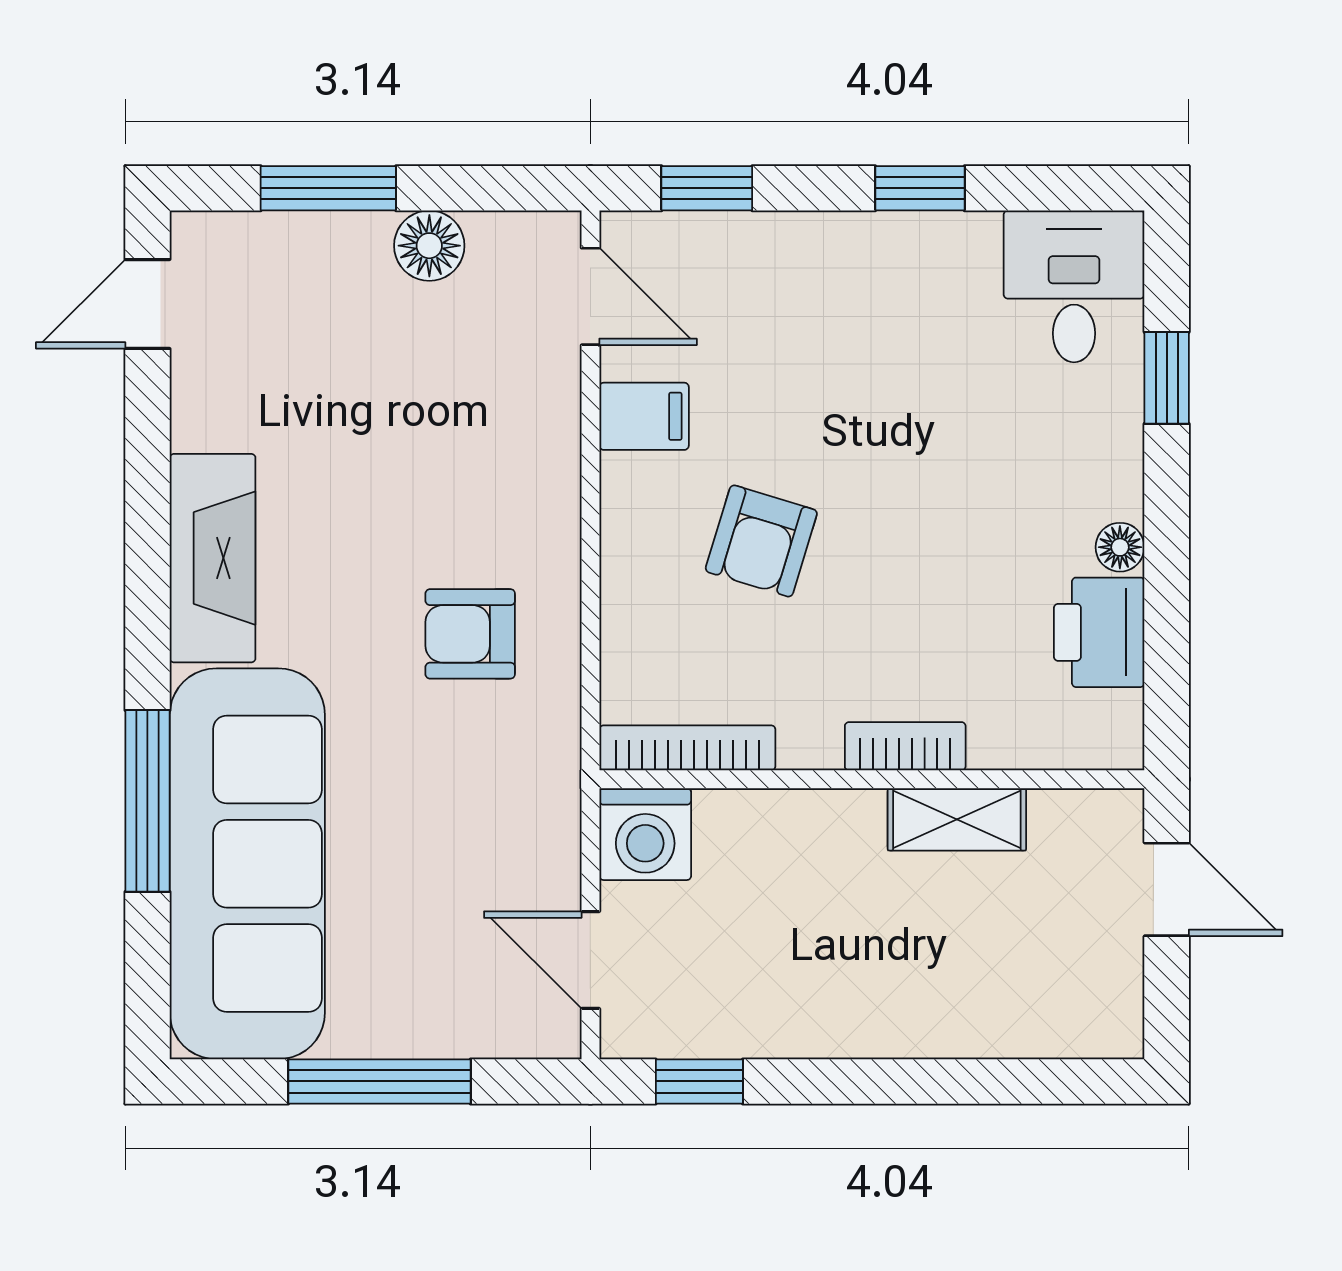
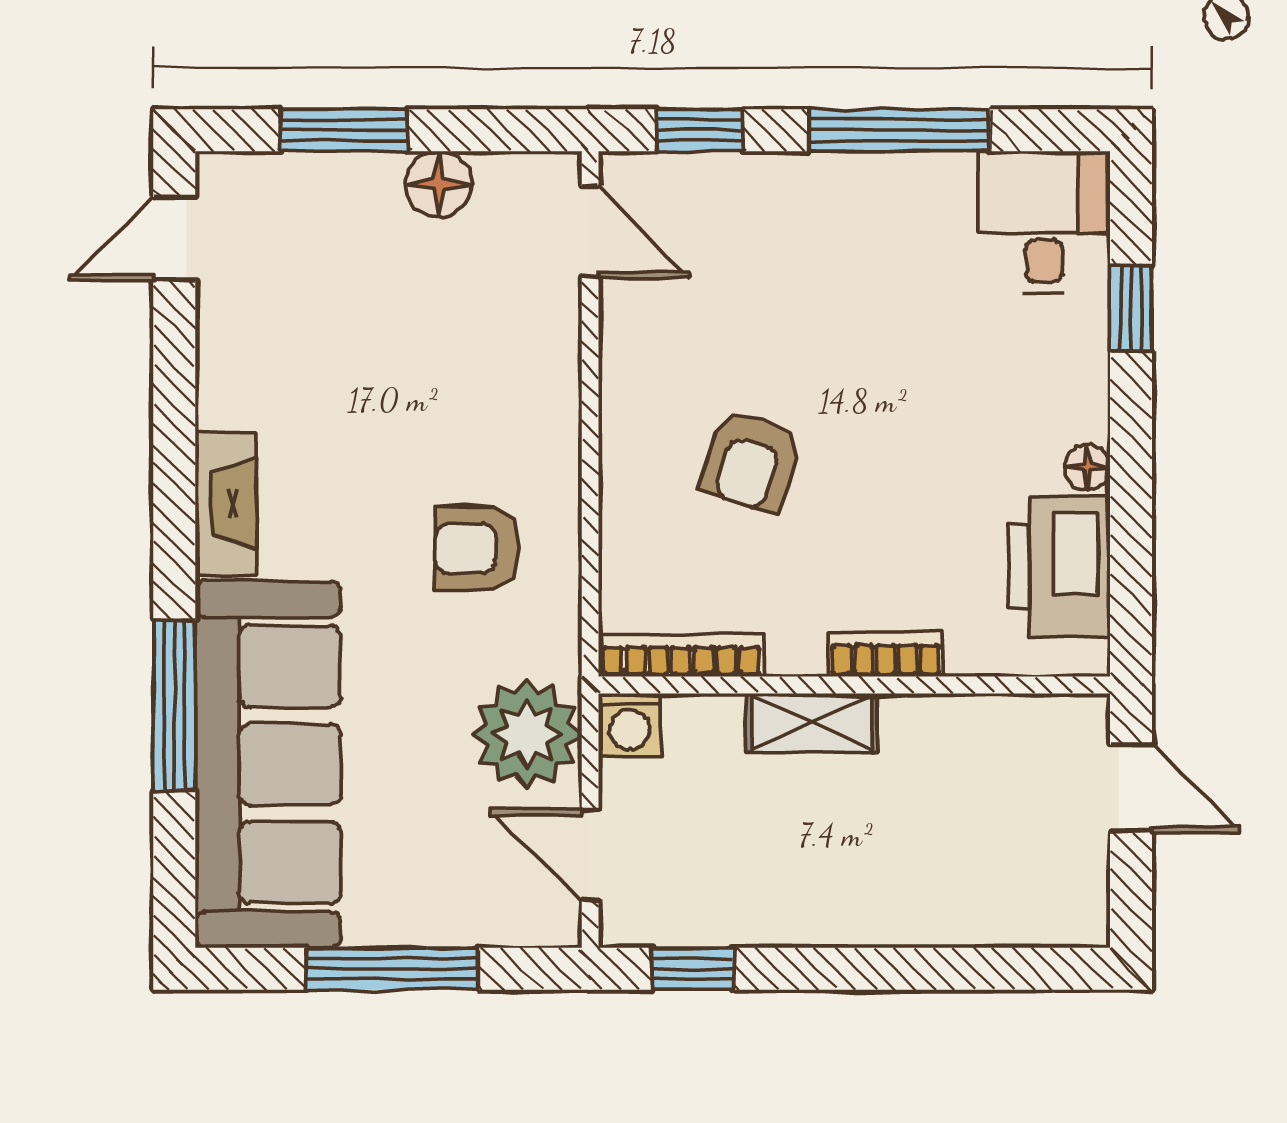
window: (920, 188) -> (900, 130), width x2.17
filing cabinet: (644, 416) -> (640, 344), removed
fireplace: (213, 558) -> (226, 504), width x0.73, depth x0.76
printer: (1099, 632) -> (1059, 566), width x1.37, depth x1.19
shelving: (957, 819) -> (812, 723), moved
plant: (523, 832) -> (527, 734), added
washing machine: (645, 834) -> (630, 725), width x0.73, depth x0.73

